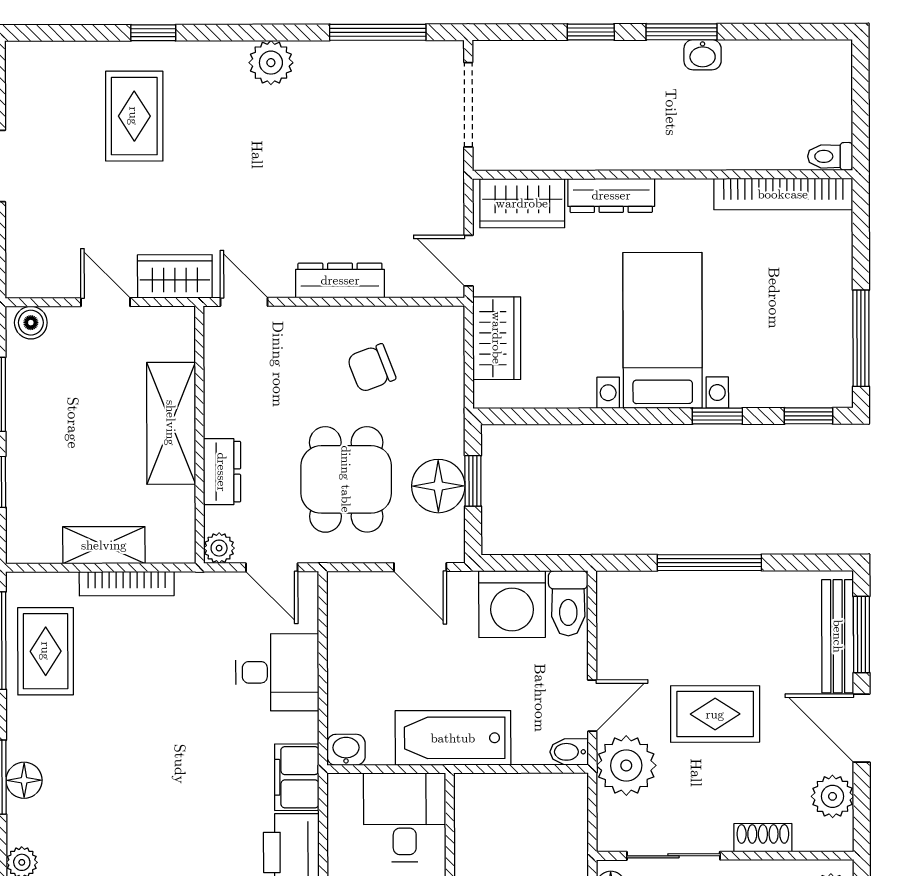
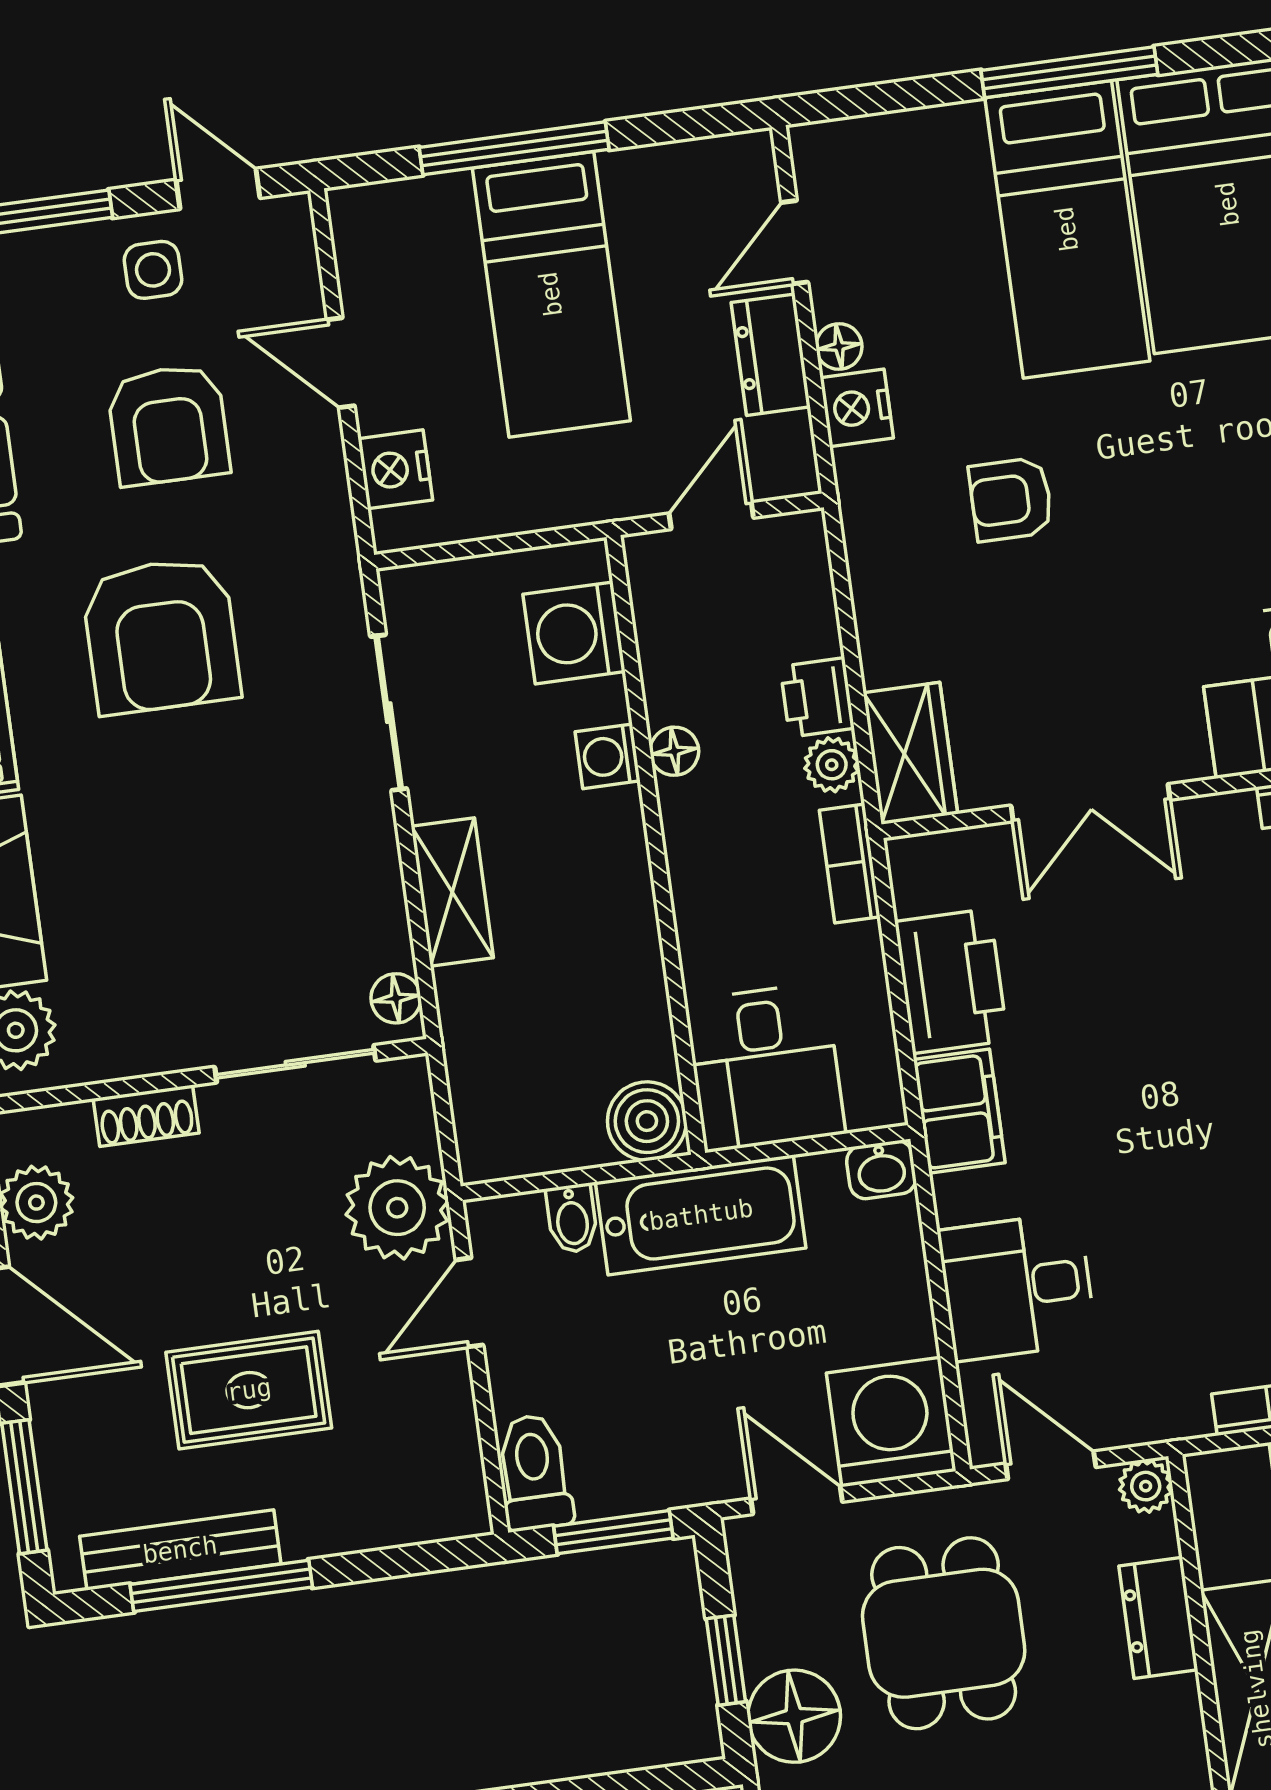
floor lamp: (438, 486) -> (794, 1716), moved
window: (528, 563) -> (613, 1532), added
window: (709, 563) -> (221, 1586), moved
washing machine: (512, 604) -> (891, 1422), moved
bench: (838, 636) -> (180, 1550), moved, turned 90
rug: (715, 714) -> (249, 1390), moved
bidet: (569, 752) -> (572, 1219), moved, turned 90
boiler: (476, 796) -> (647, 1121), added

